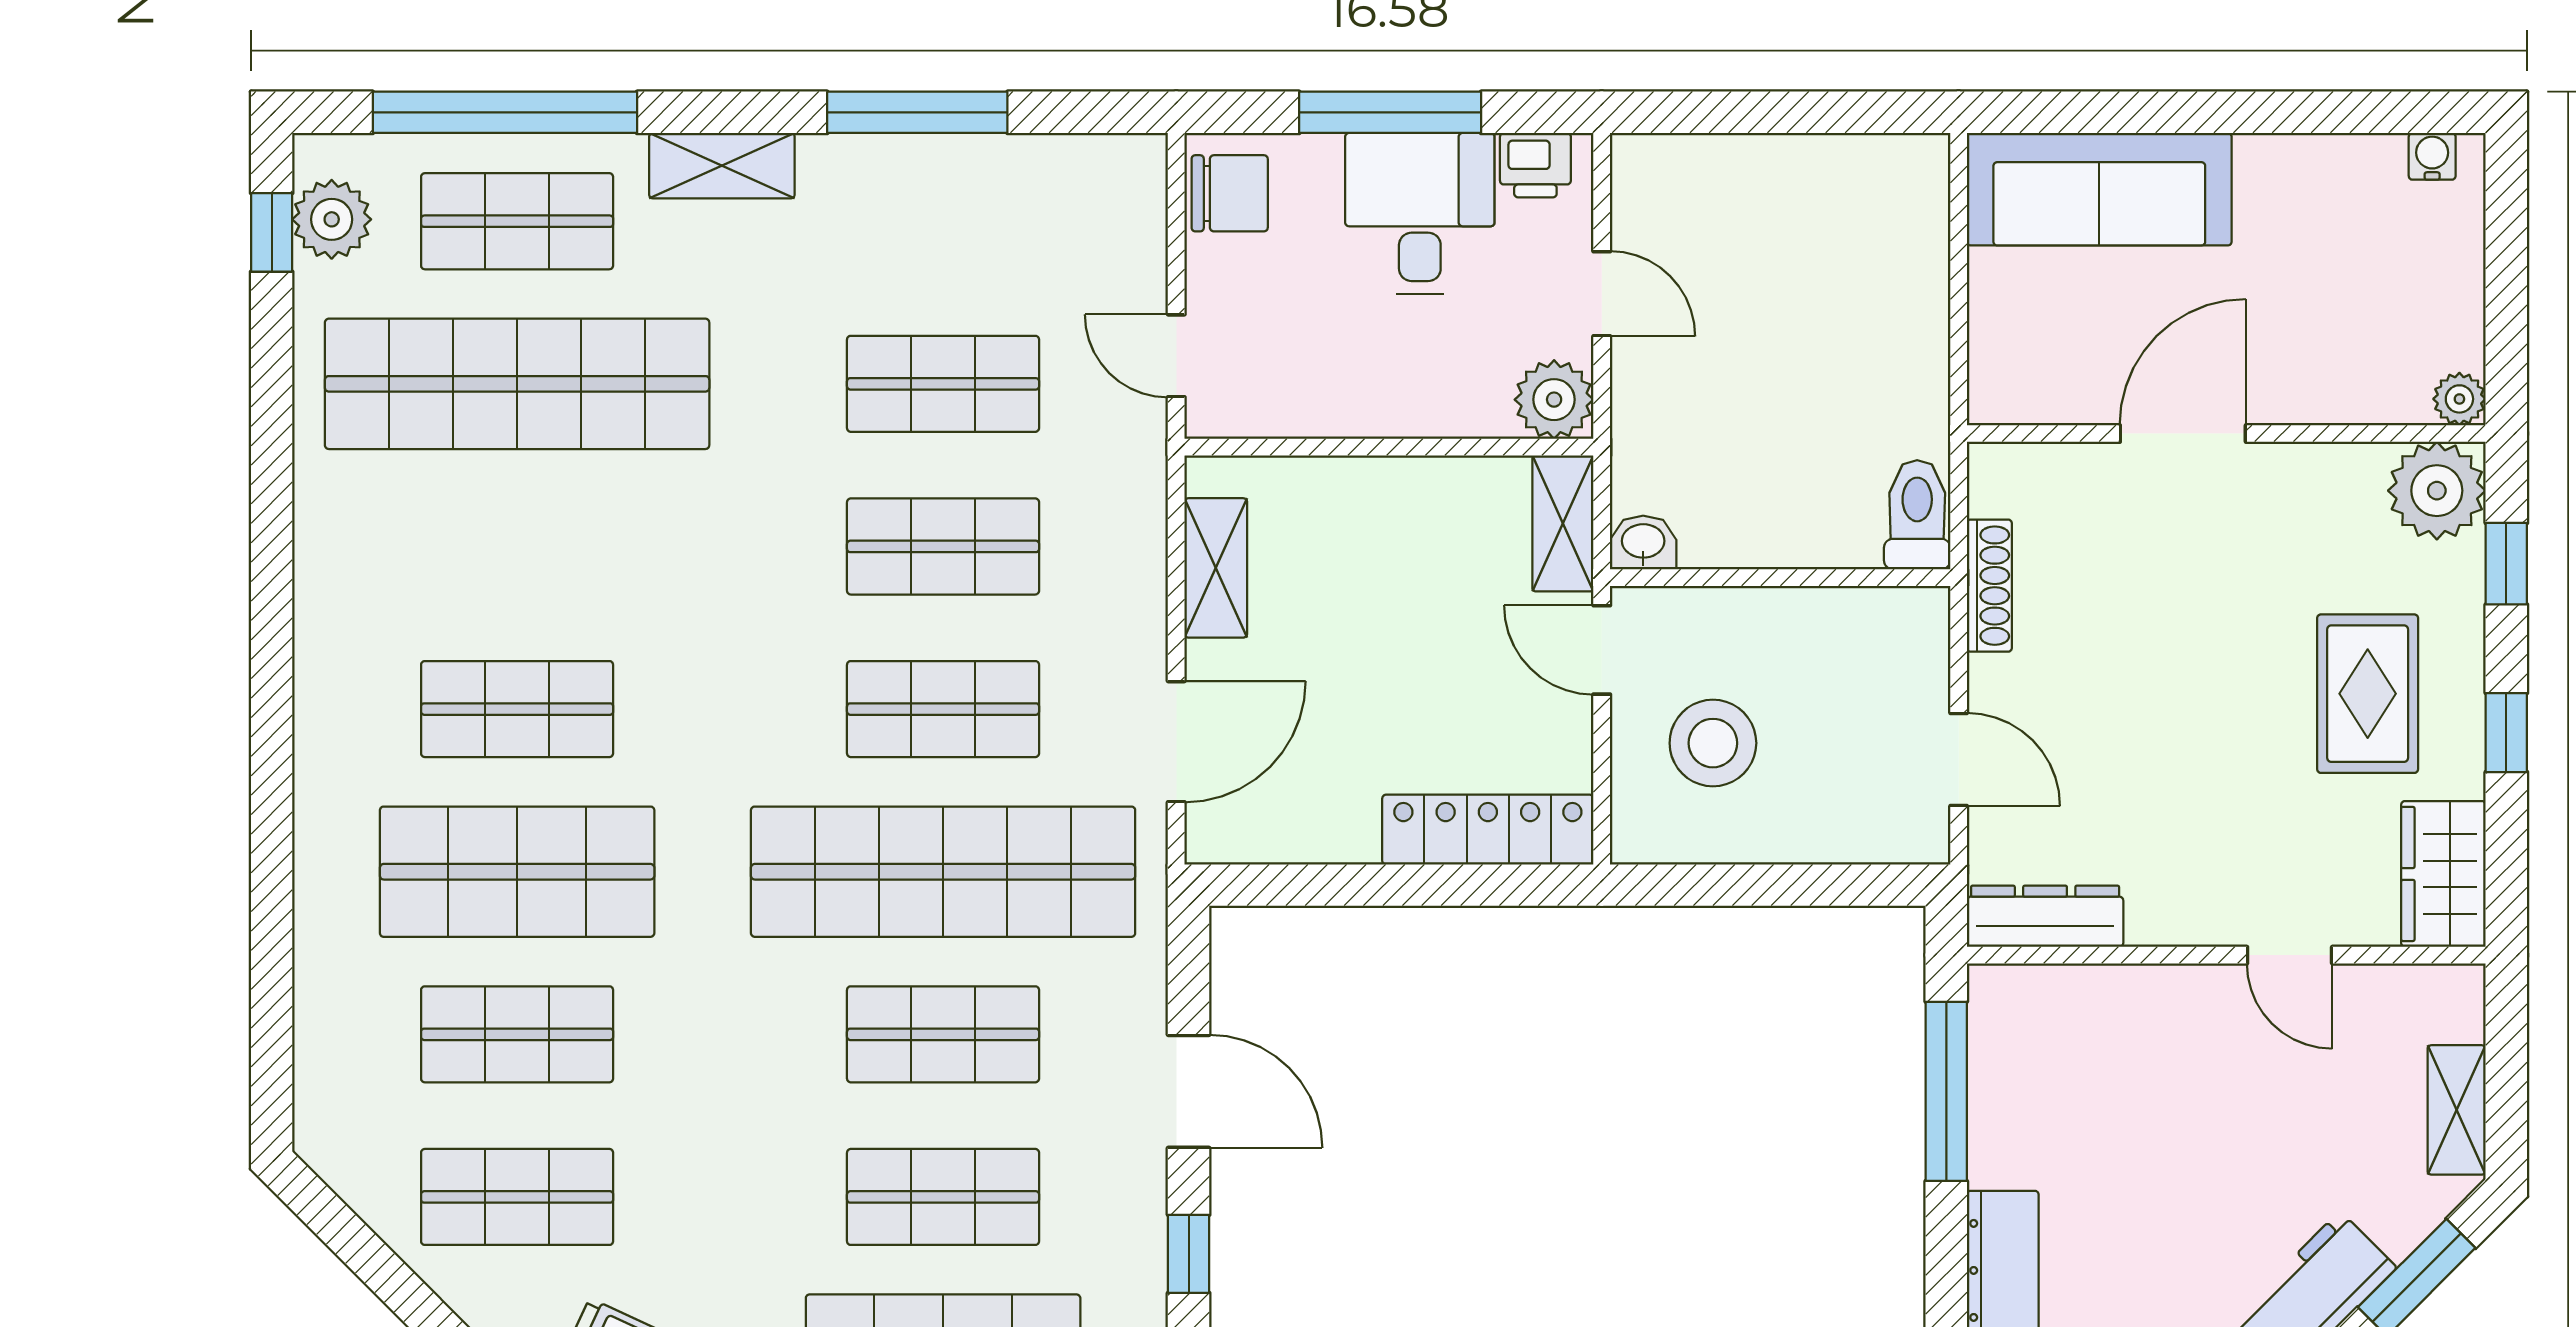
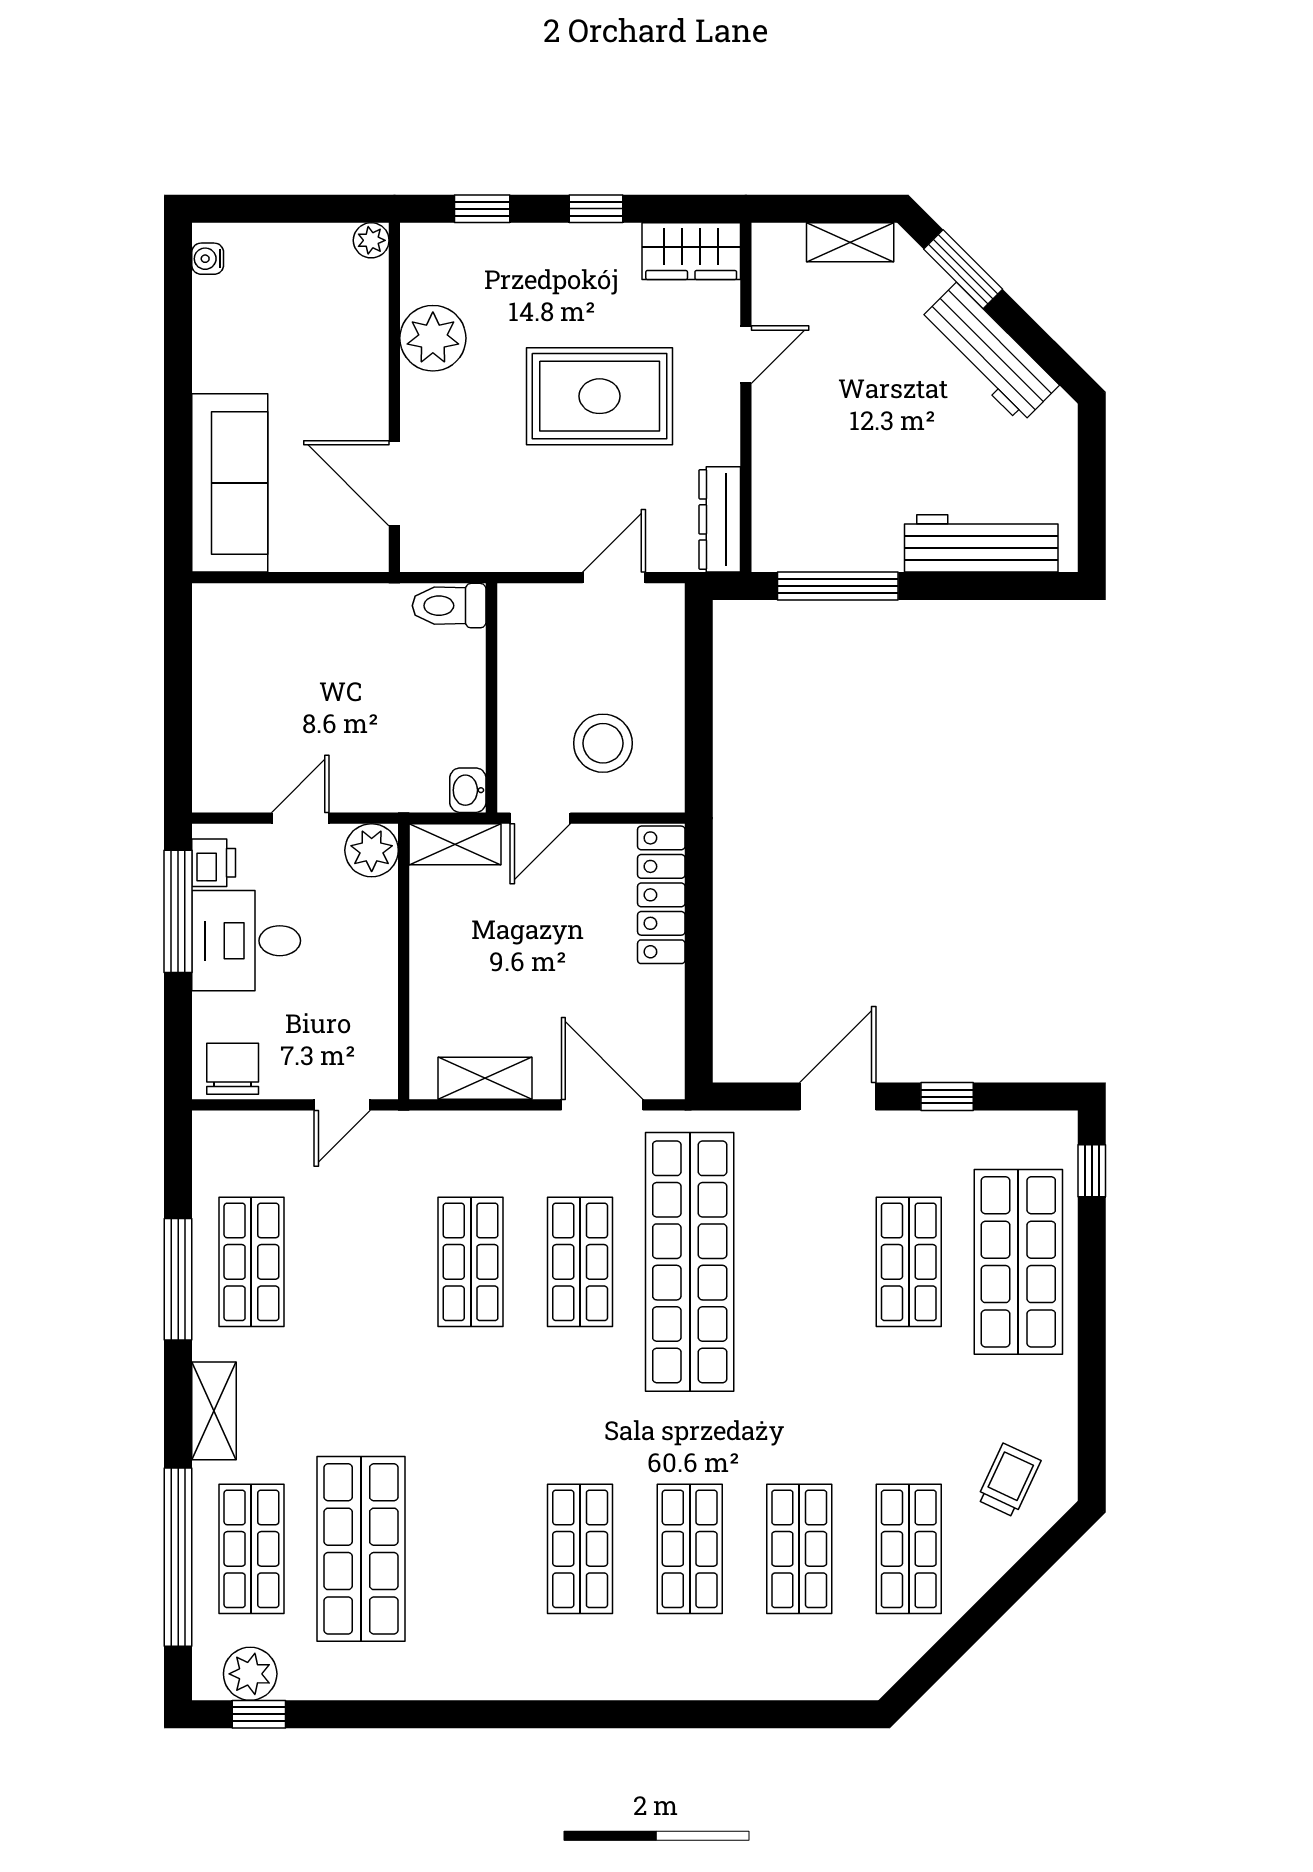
window: (1390, 112) -> (178, 911), moved
shop shelf: (517, 384) -> (361, 1549), width x0.71
shop shelf: (943, 384) -> (251, 1262), moved
door: (2183, 434) -> (394, 483), moved
plant: (2437, 491) -> (433, 338), moved
shoe rack: (1989, 586) -> (497, 557), removed
rug: (2368, 694) -> (600, 396), moved, width x1.36, depth x1.43
shop shelf: (517, 872) -> (690, 1549), width x0.70, depth x0.74
shop shelf: (943, 1034) -> (799, 1262), removed

